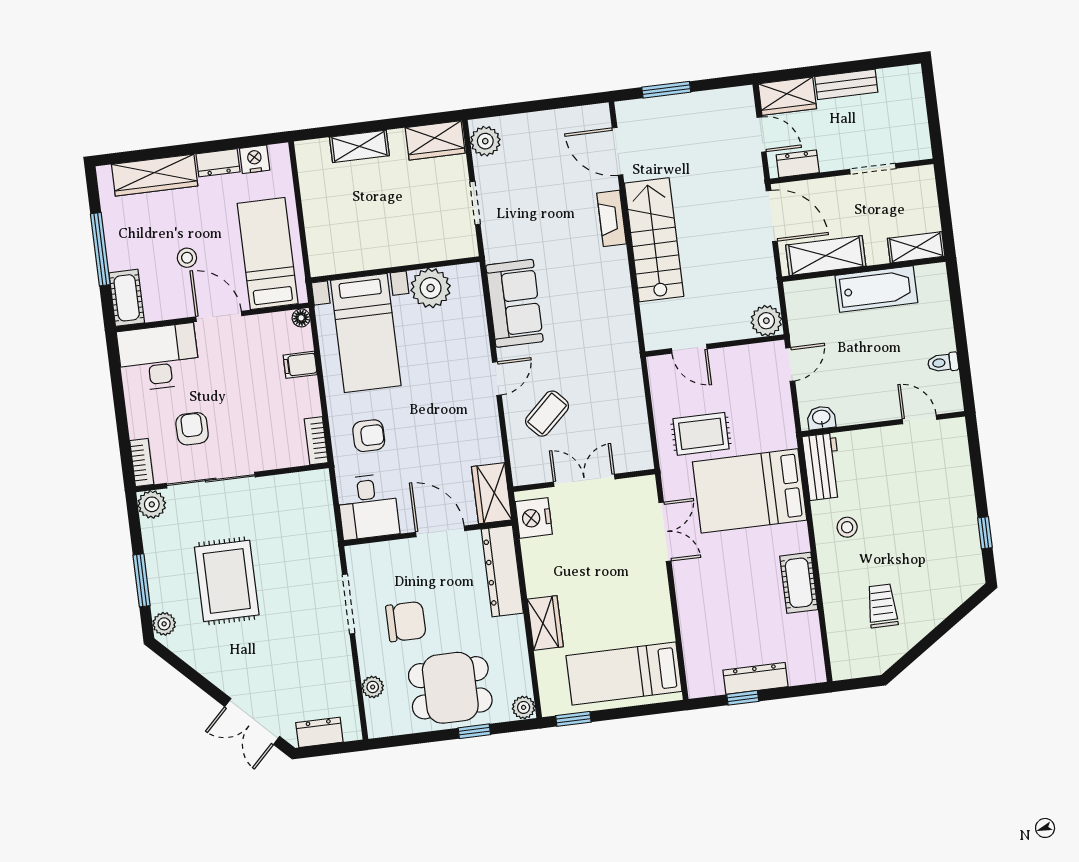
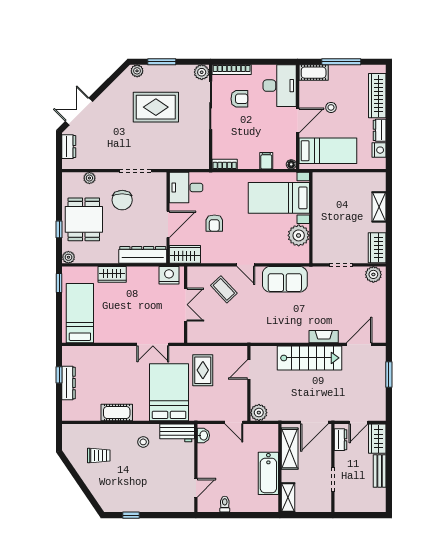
armchair: (369, 436) -> (214, 223), moved
bookcase: (142, 463) -> (232, 70), width x1.56

